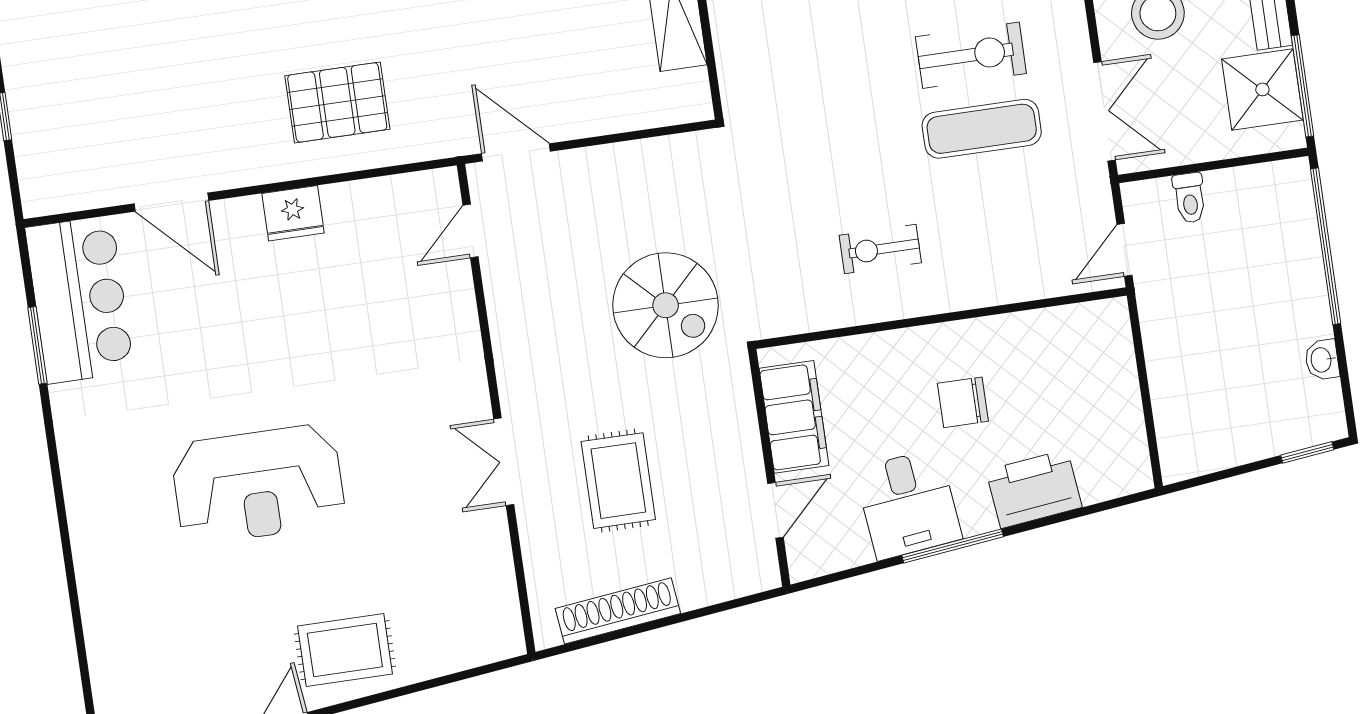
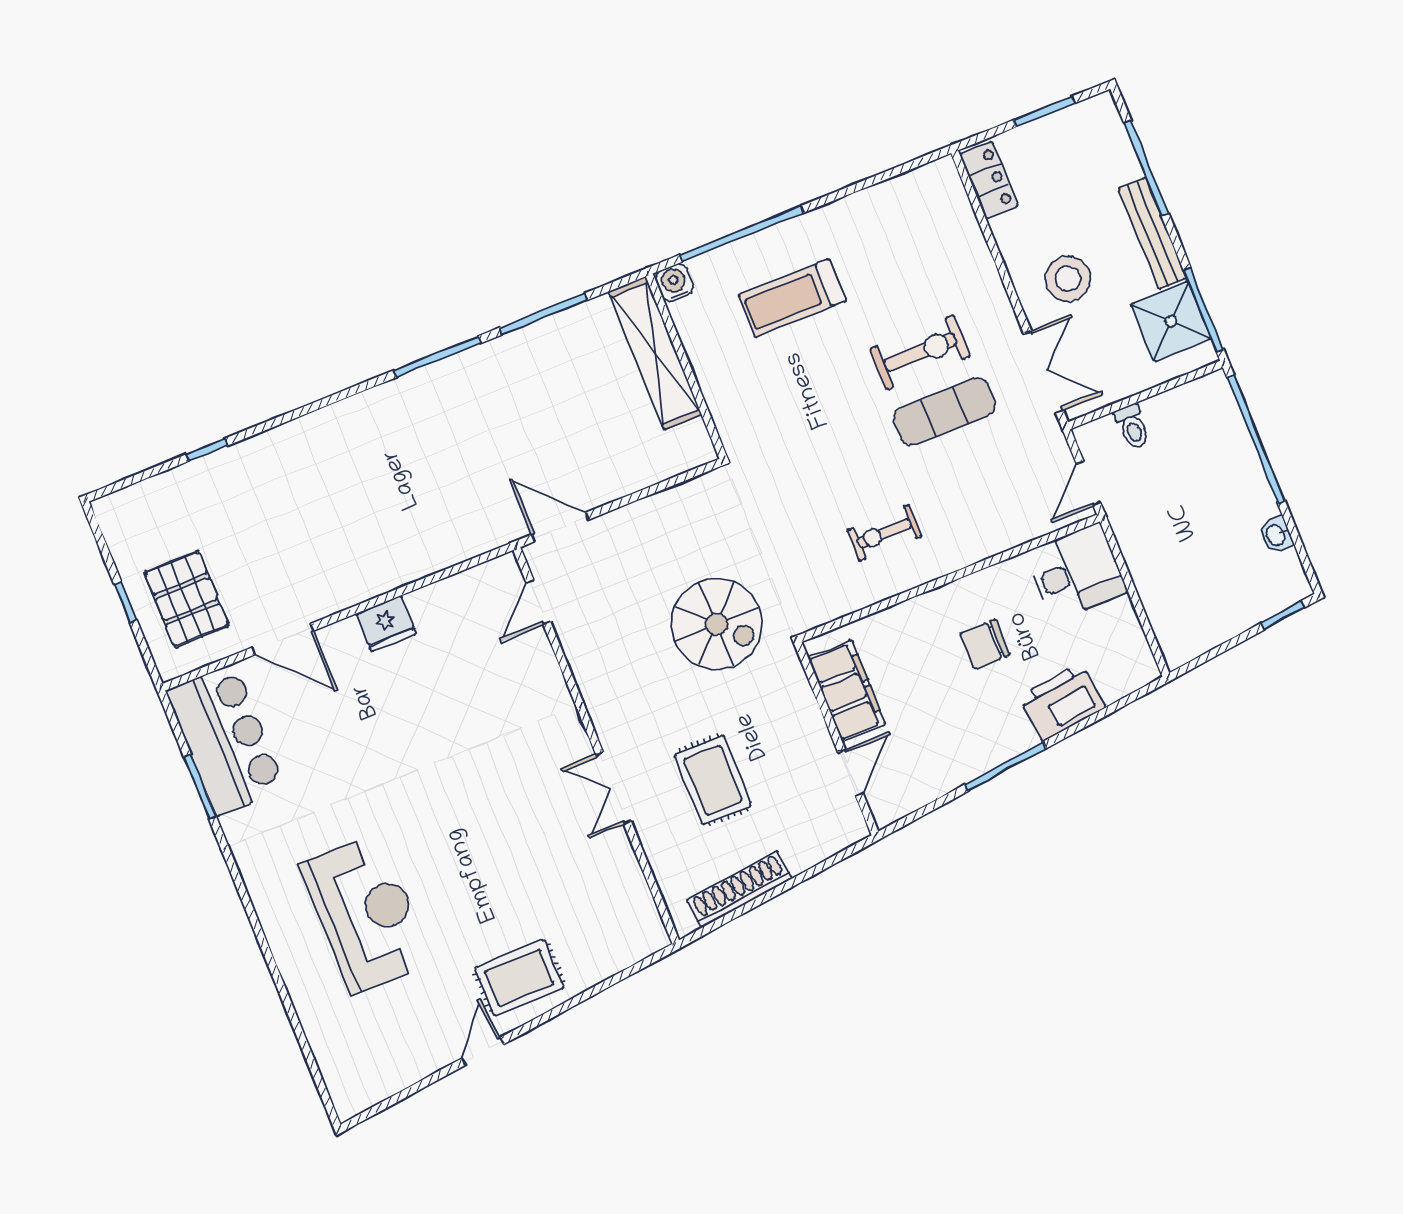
pallet: (337, 102) -> (186, 599), moved, turned 90
reception desk: (258, 484) -> (366, 914), moved, turned -90
desk: (908, 504) -> (1076, 572), moved, turned -83

